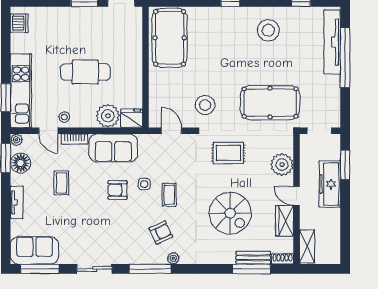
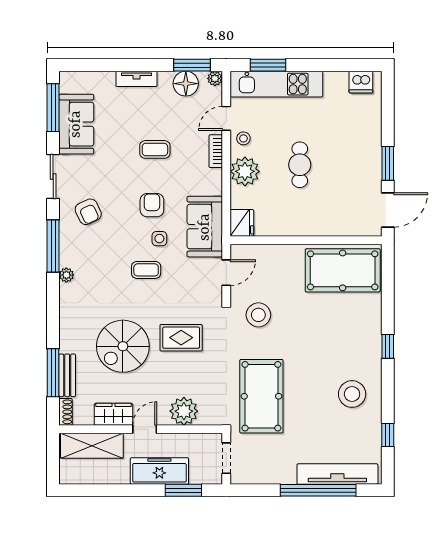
cafe table: (85, 72) -> (300, 165), width x0.73, depth x0.74
plant: (108, 116) -> (245, 171), moved
sofa: (113, 148) -> (205, 227), moved
rug: (228, 153) -> (181, 338), moved, turned 90
coffee table: (61, 183) -> (155, 149), moved
armchair: (161, 233) -> (88, 212), moved
shelving: (307, 246) -> (92, 446), width x1.50, depth x1.33
sofa: (34, 250) -> (76, 124), moved

